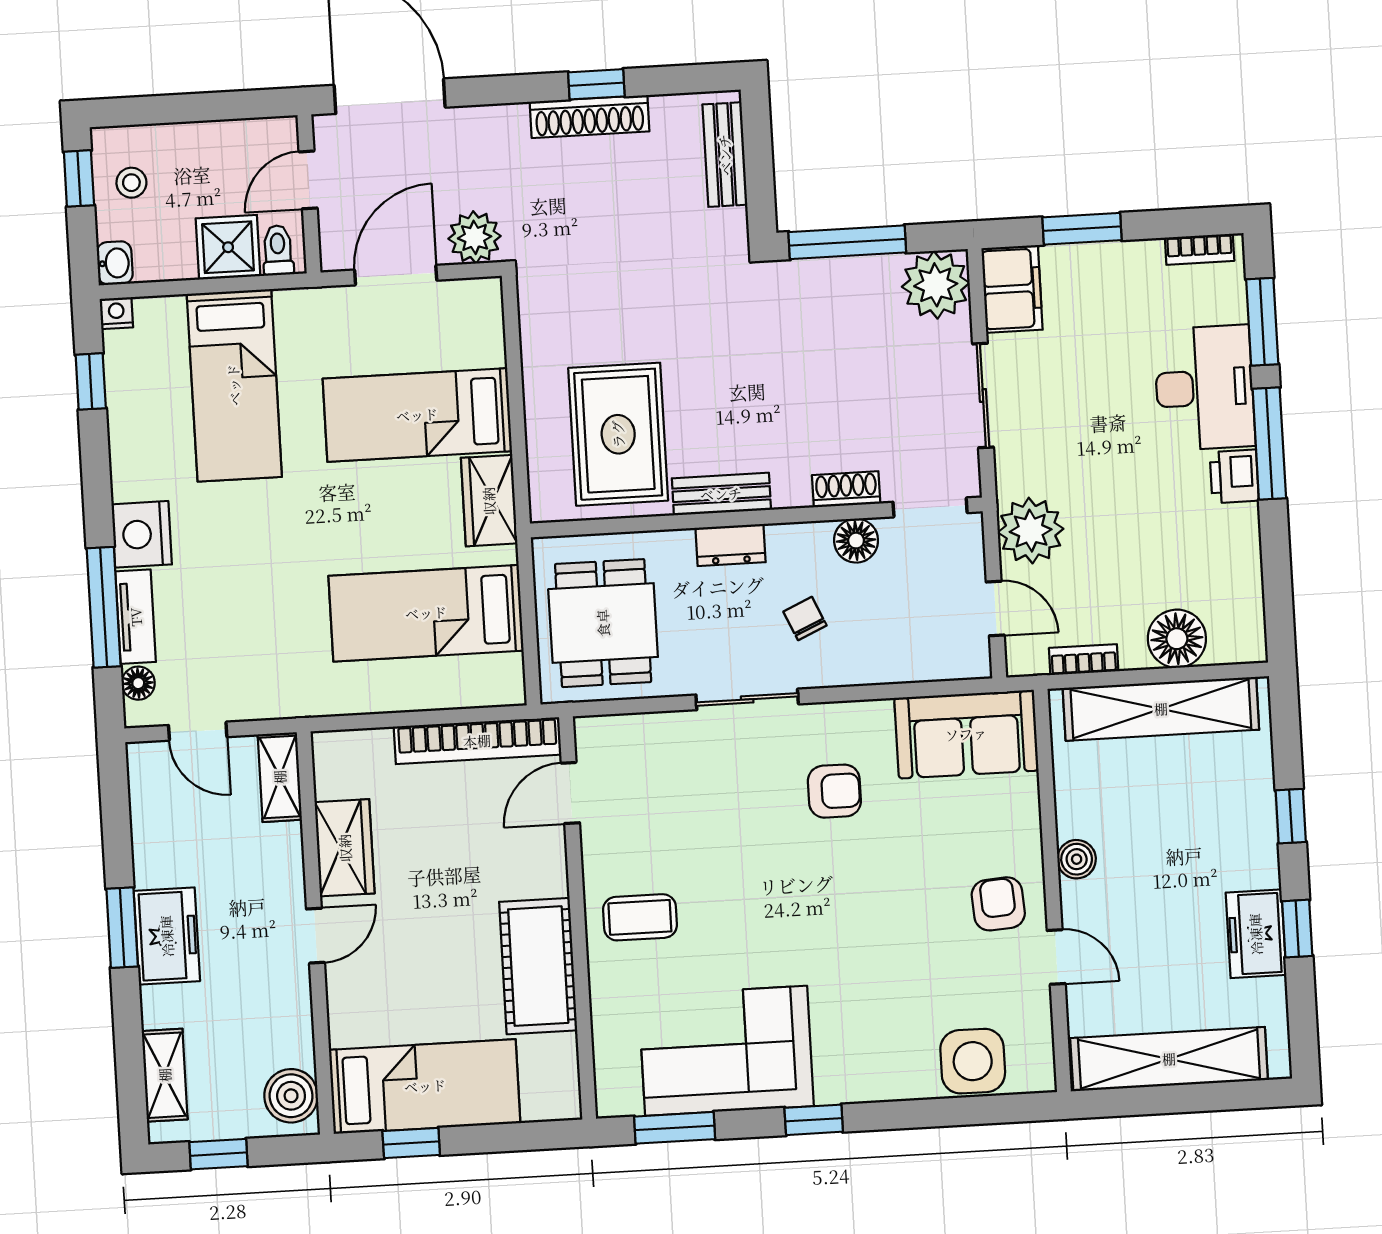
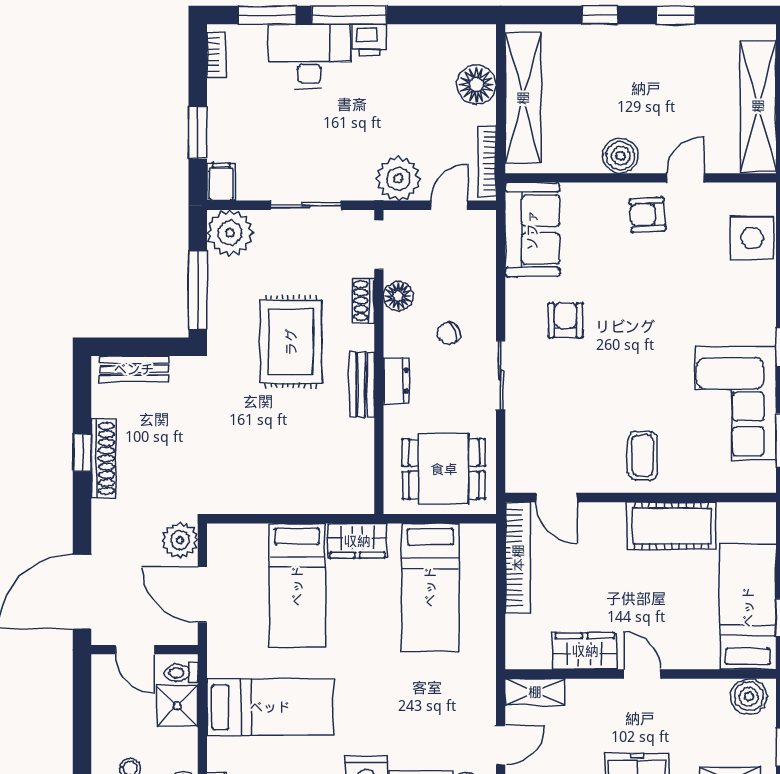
filing cabinet: (1012, 289) -> (221, 182), width x0.50
rug: (618, 434) -> (291, 342), moved, turned 90
bookcase: (1084, 660) -> (487, 161), width x1.56
boiler: (1077, 859) -> (621, 156), width x1.36, depth x1.36
freezer: (1256, 934) -> (677, 43), removed

